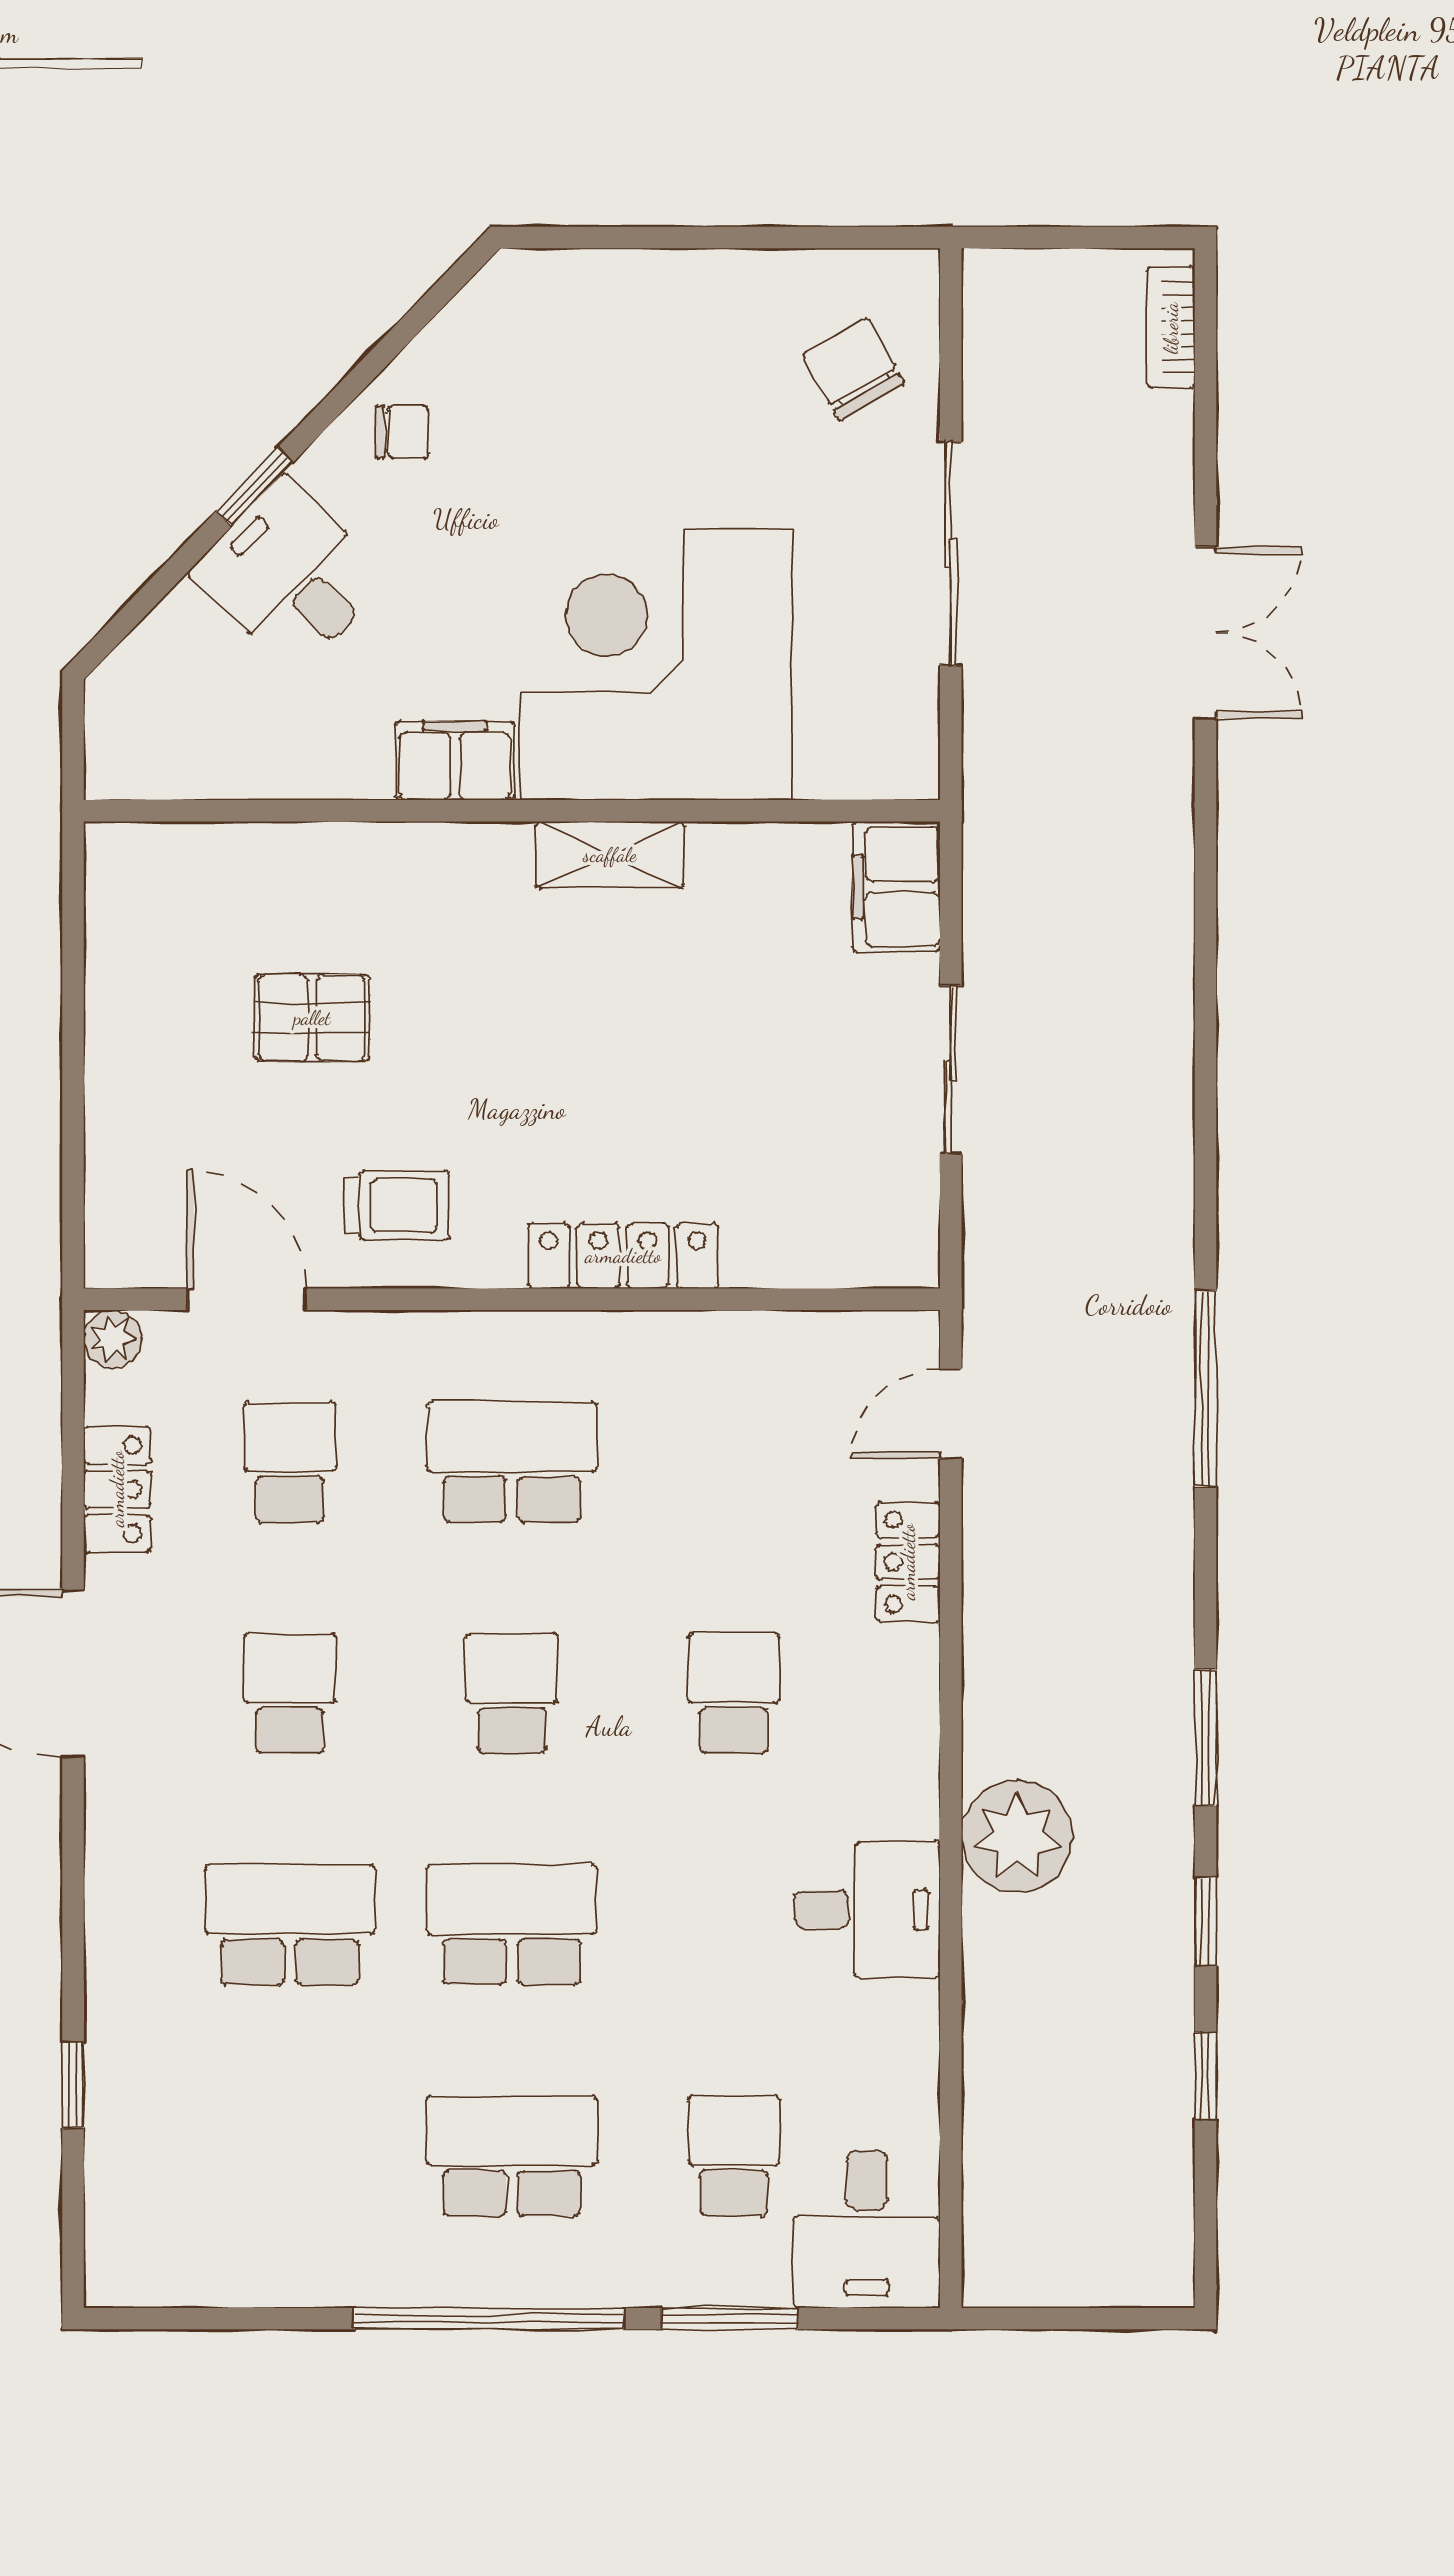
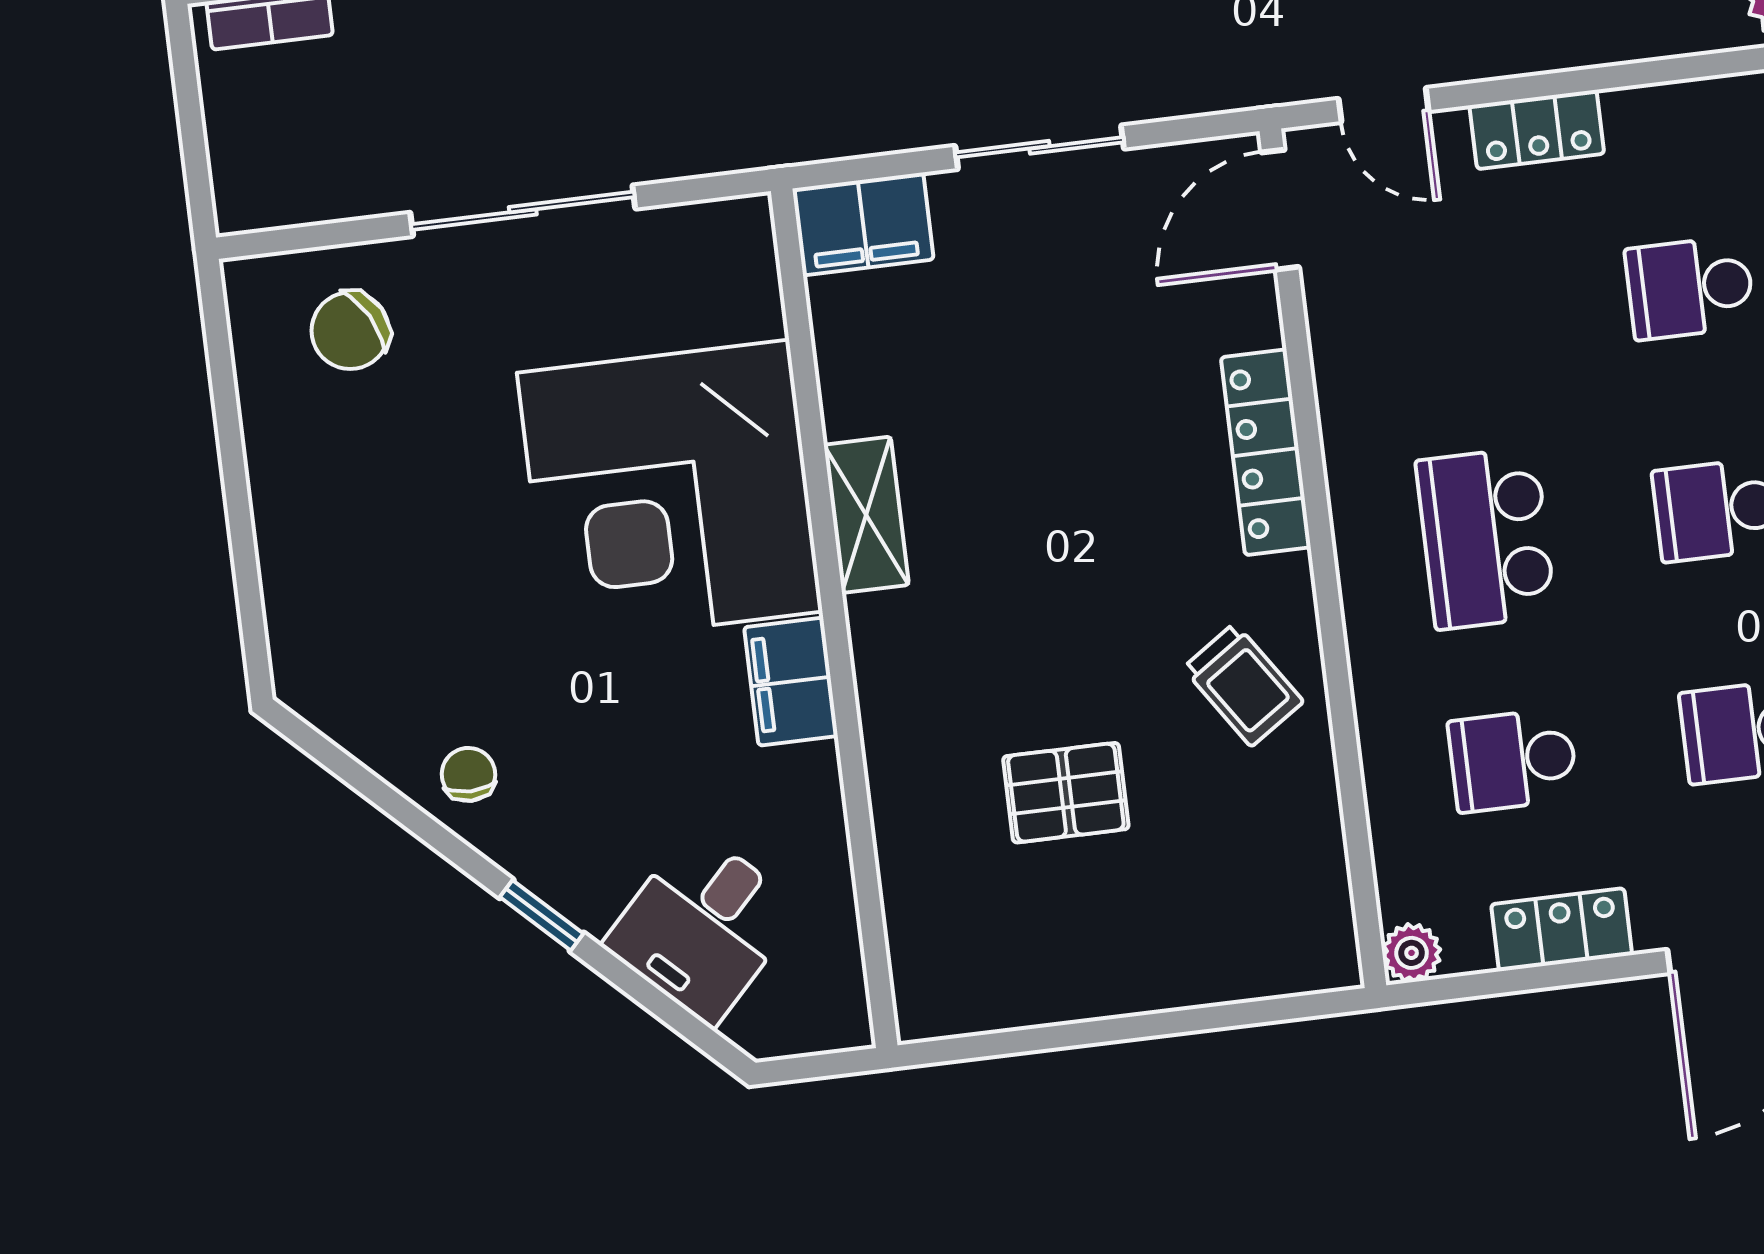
desk: (290, 575) -> (703, 927), moved
pallet: (312, 1018) -> (1066, 793), turned 90
trolley: (397, 1205) -> (1243, 685), turned 146
door: (247, 1299) -> (1280, 210), moved

